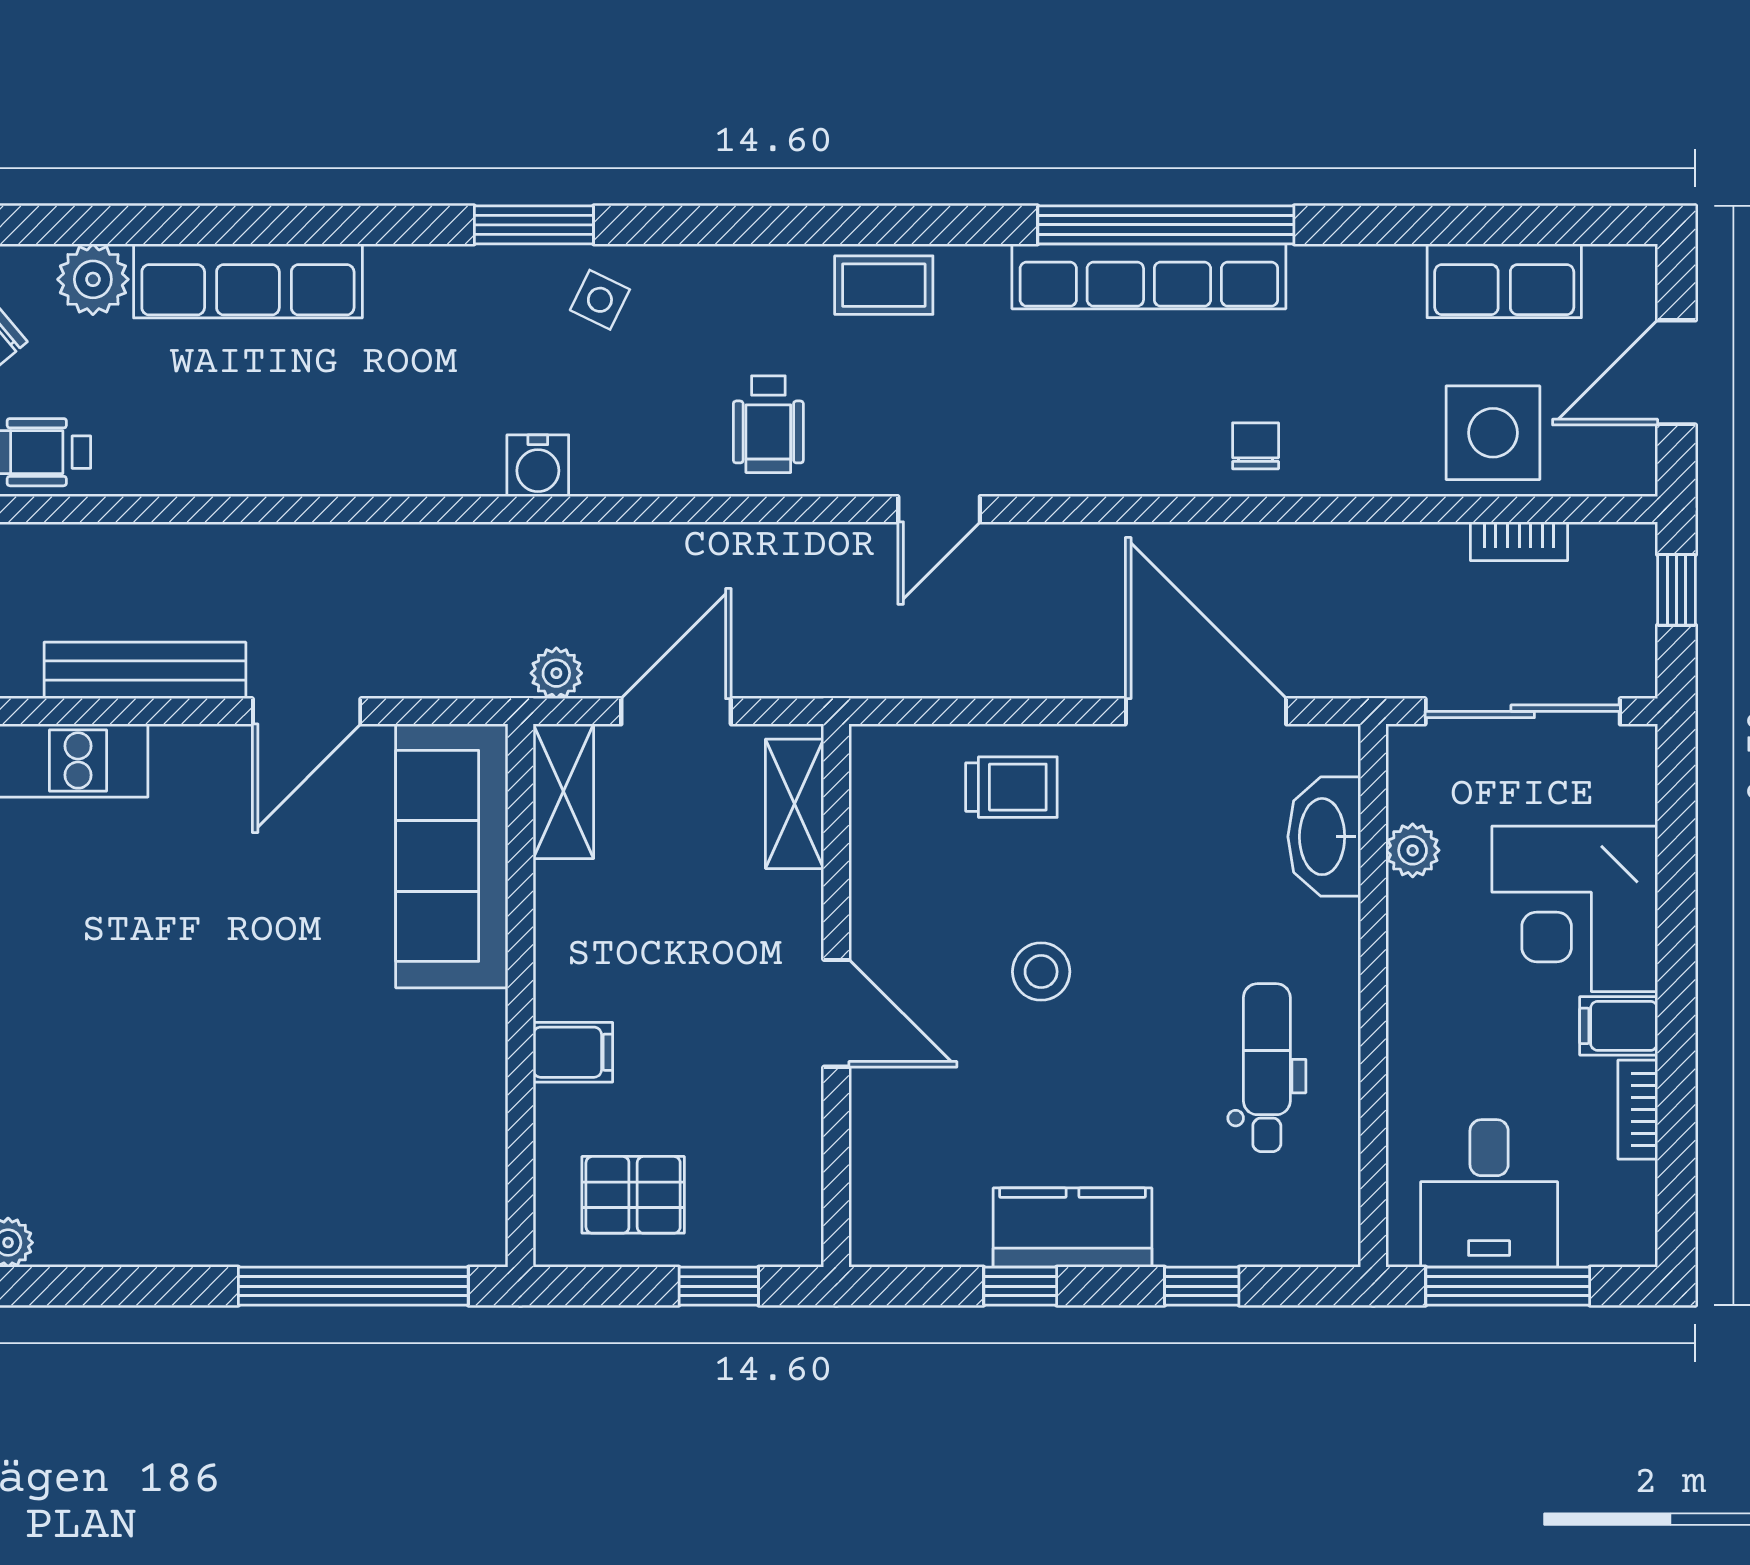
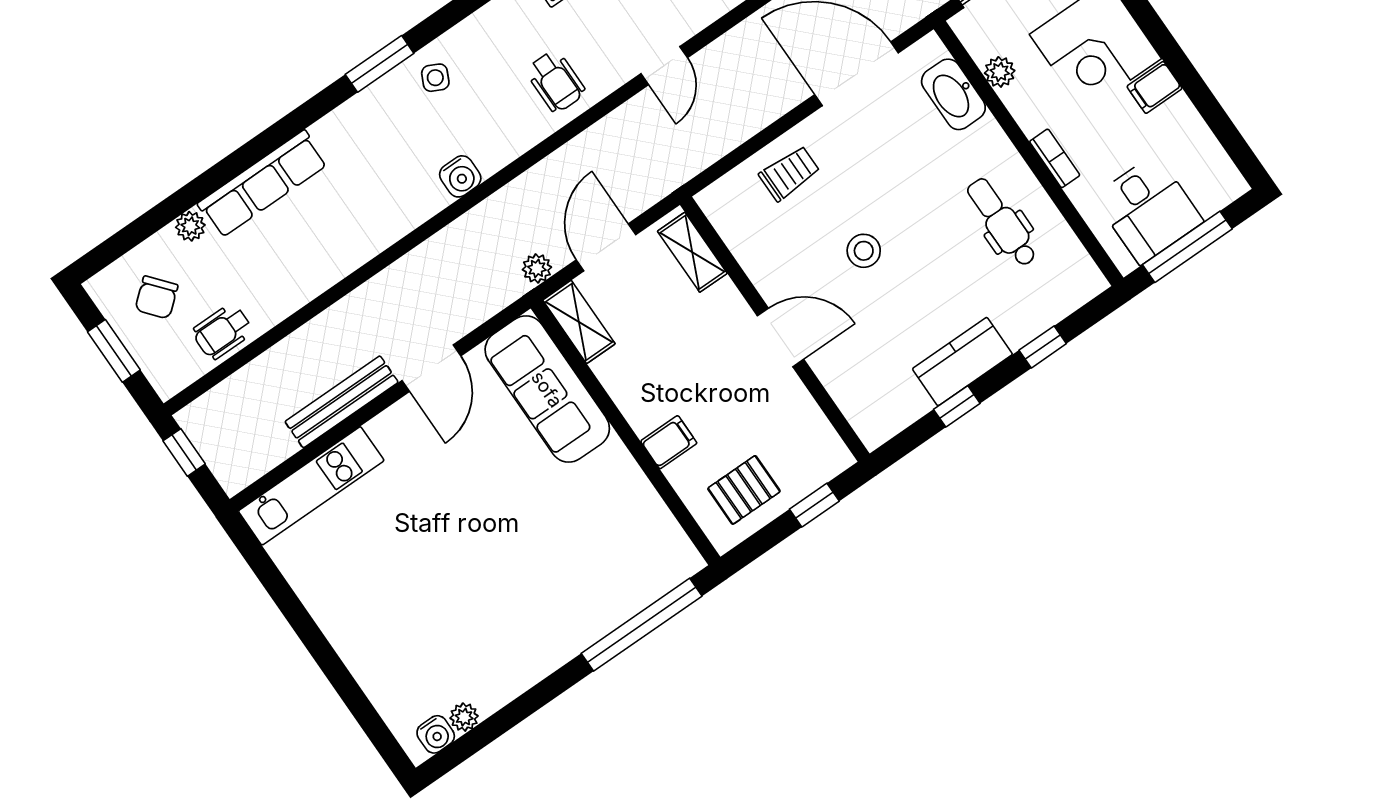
plant: (93, 279) -> (190, 226), width x0.73, depth x0.73
bookcase: (1638, 1110) -> (1055, 158), moved, turned 180

